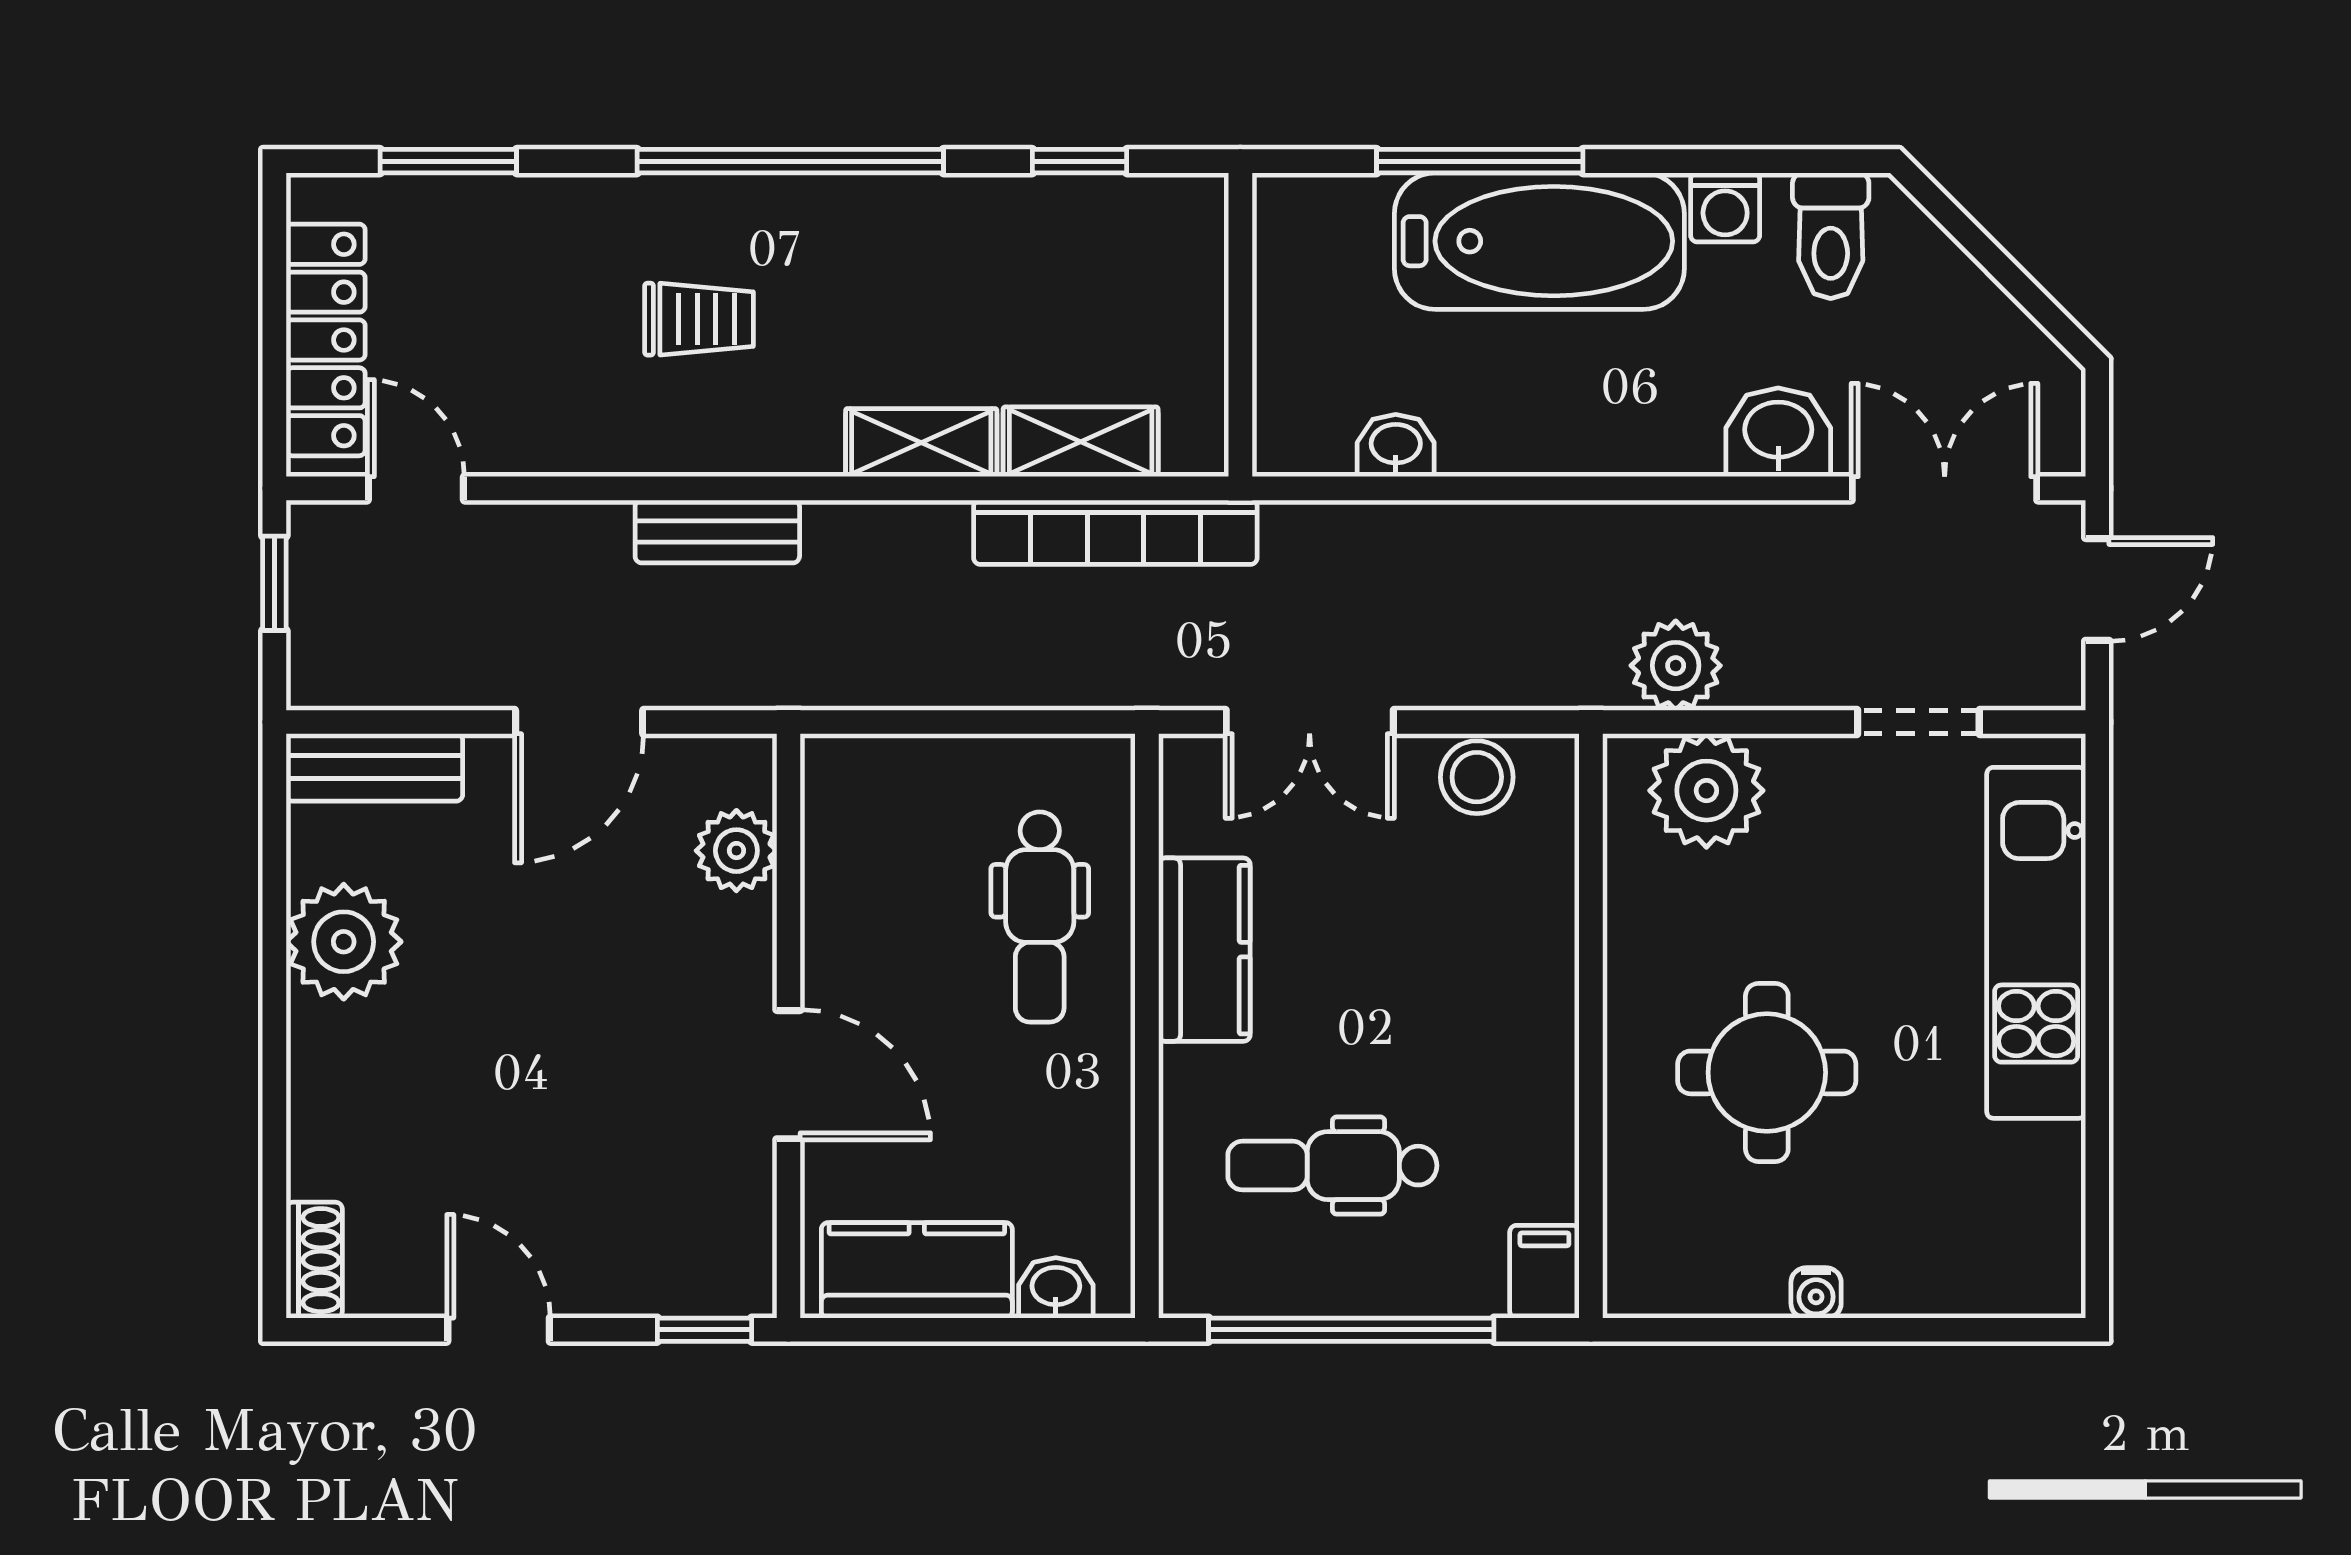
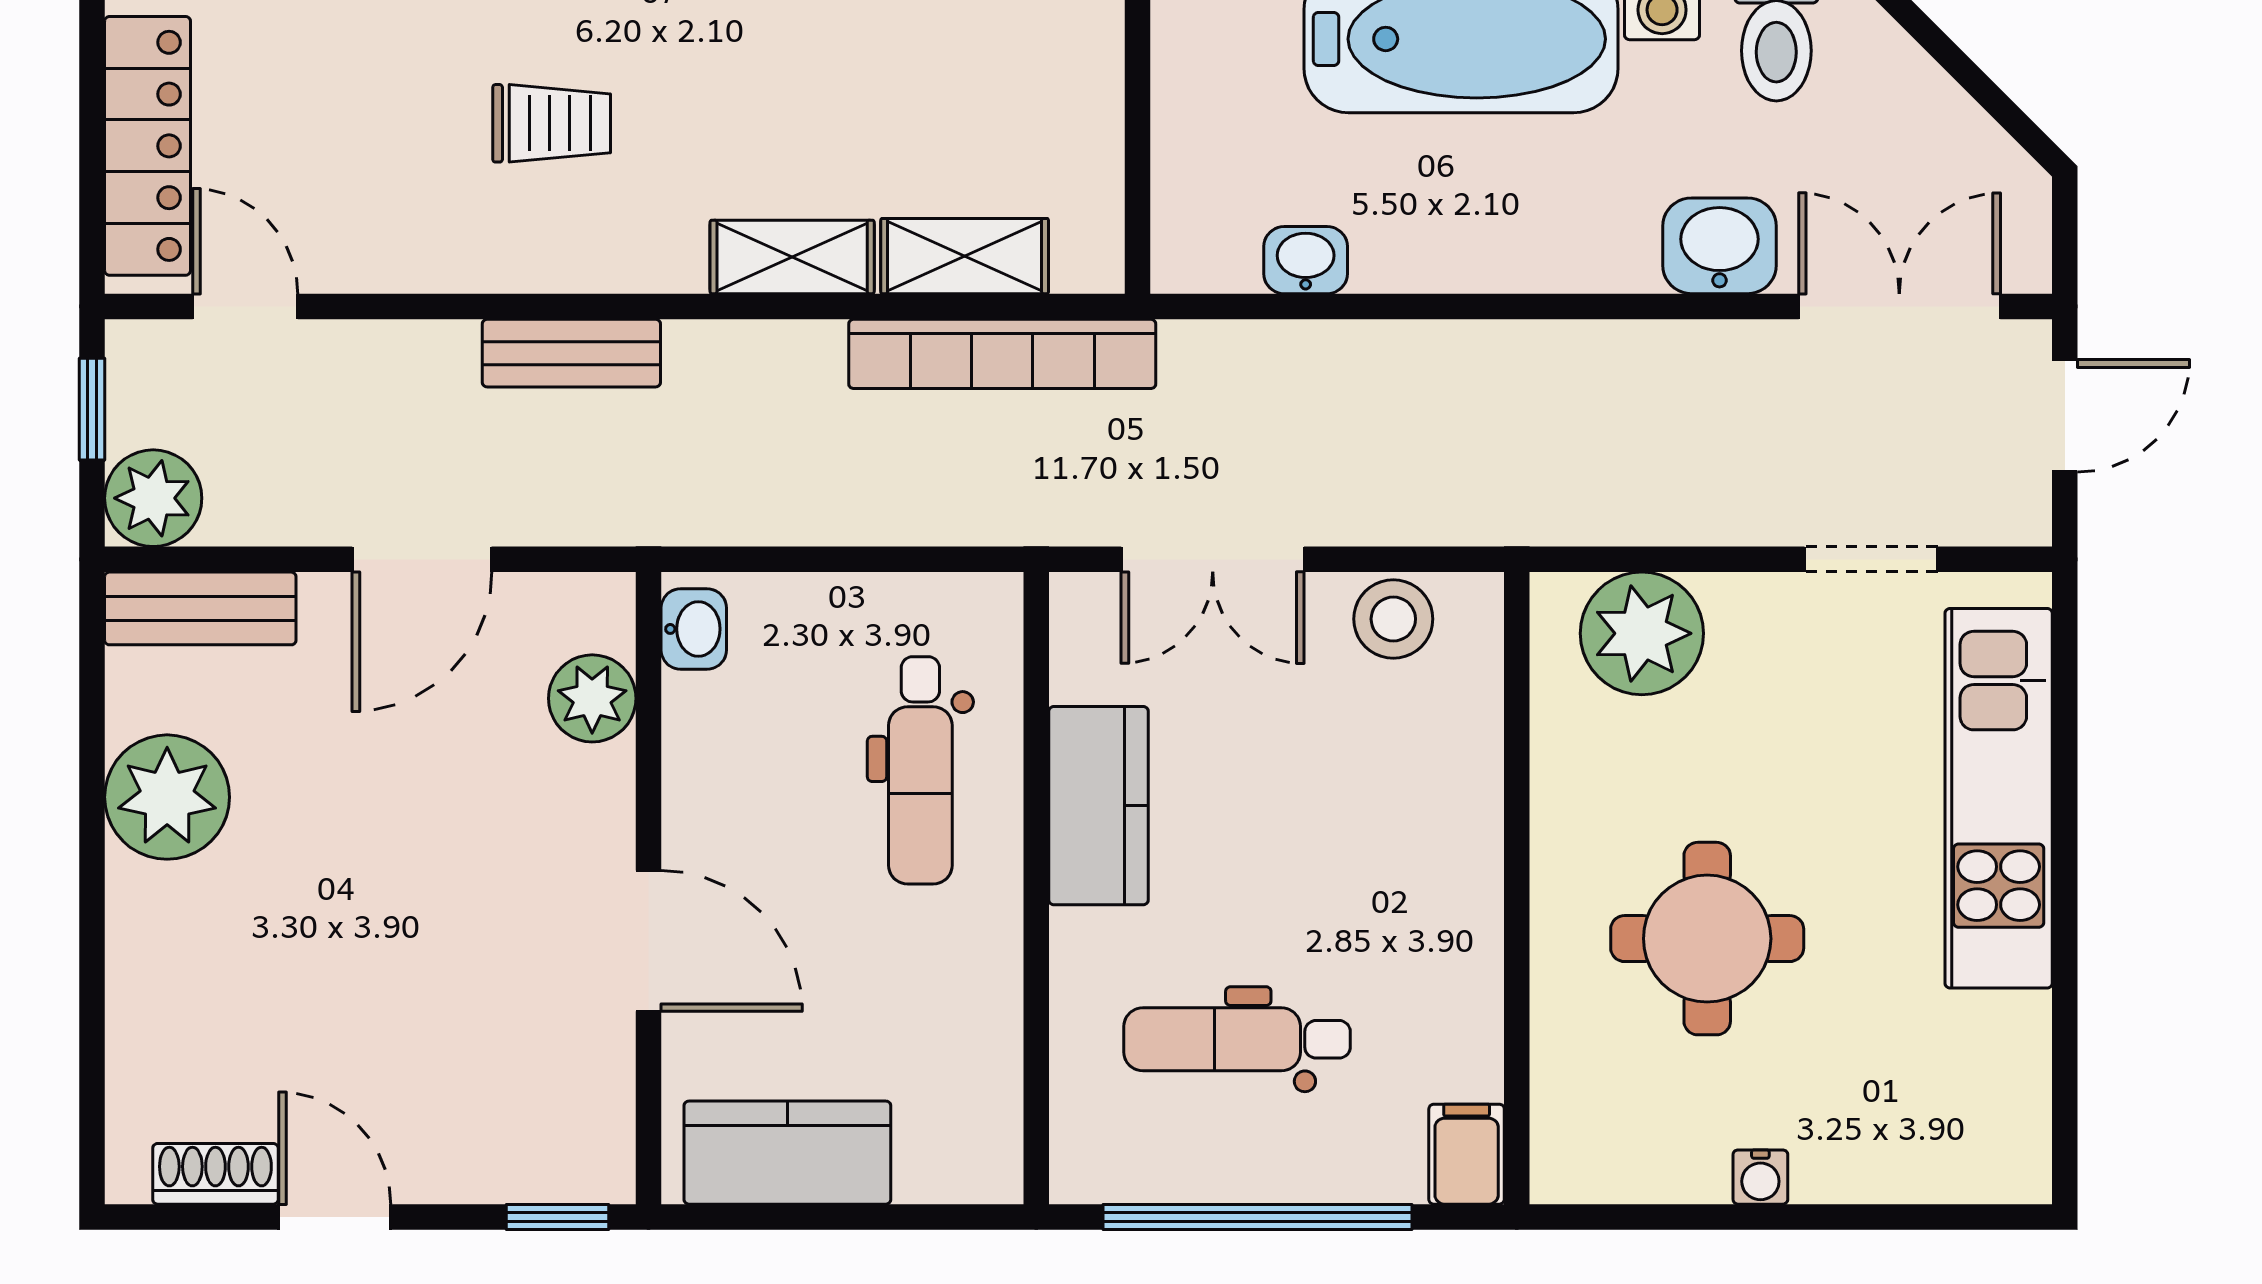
plant: (1676, 666) -> (153, 498), moved
shoe rack: (314, 1260) -> (215, 1174), moved, turned -90
washbasin: (1056, 1288) -> (694, 629), moved, turned 90

